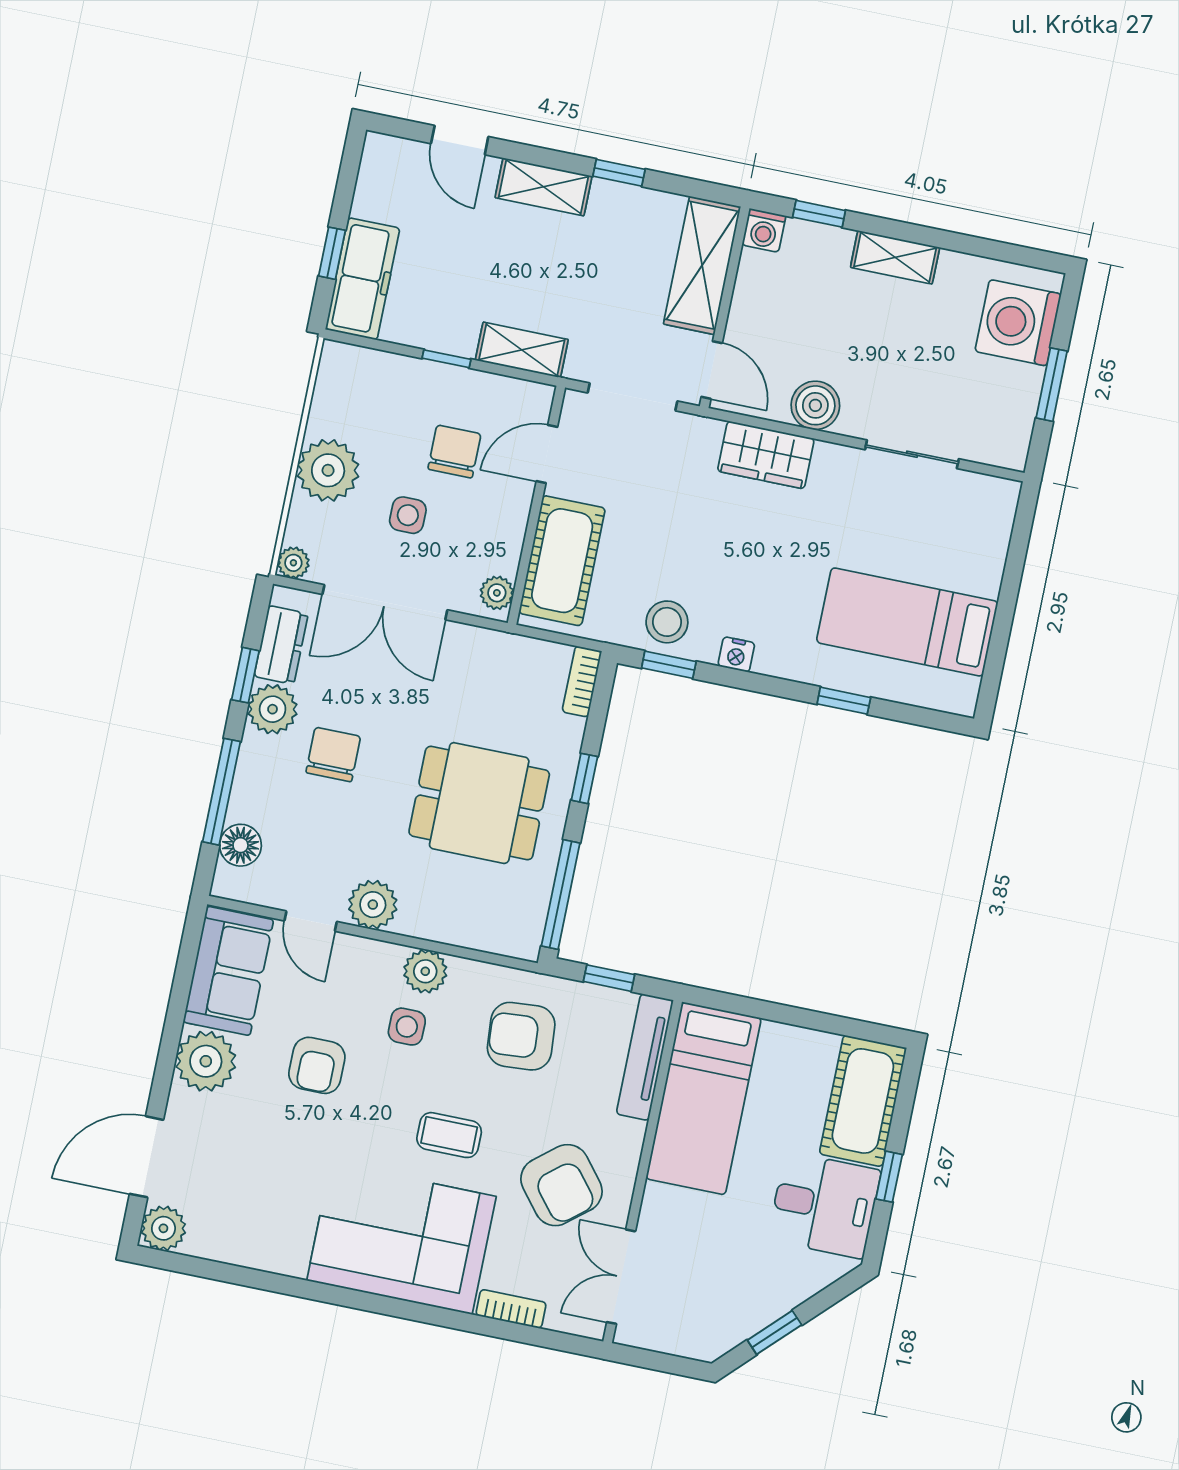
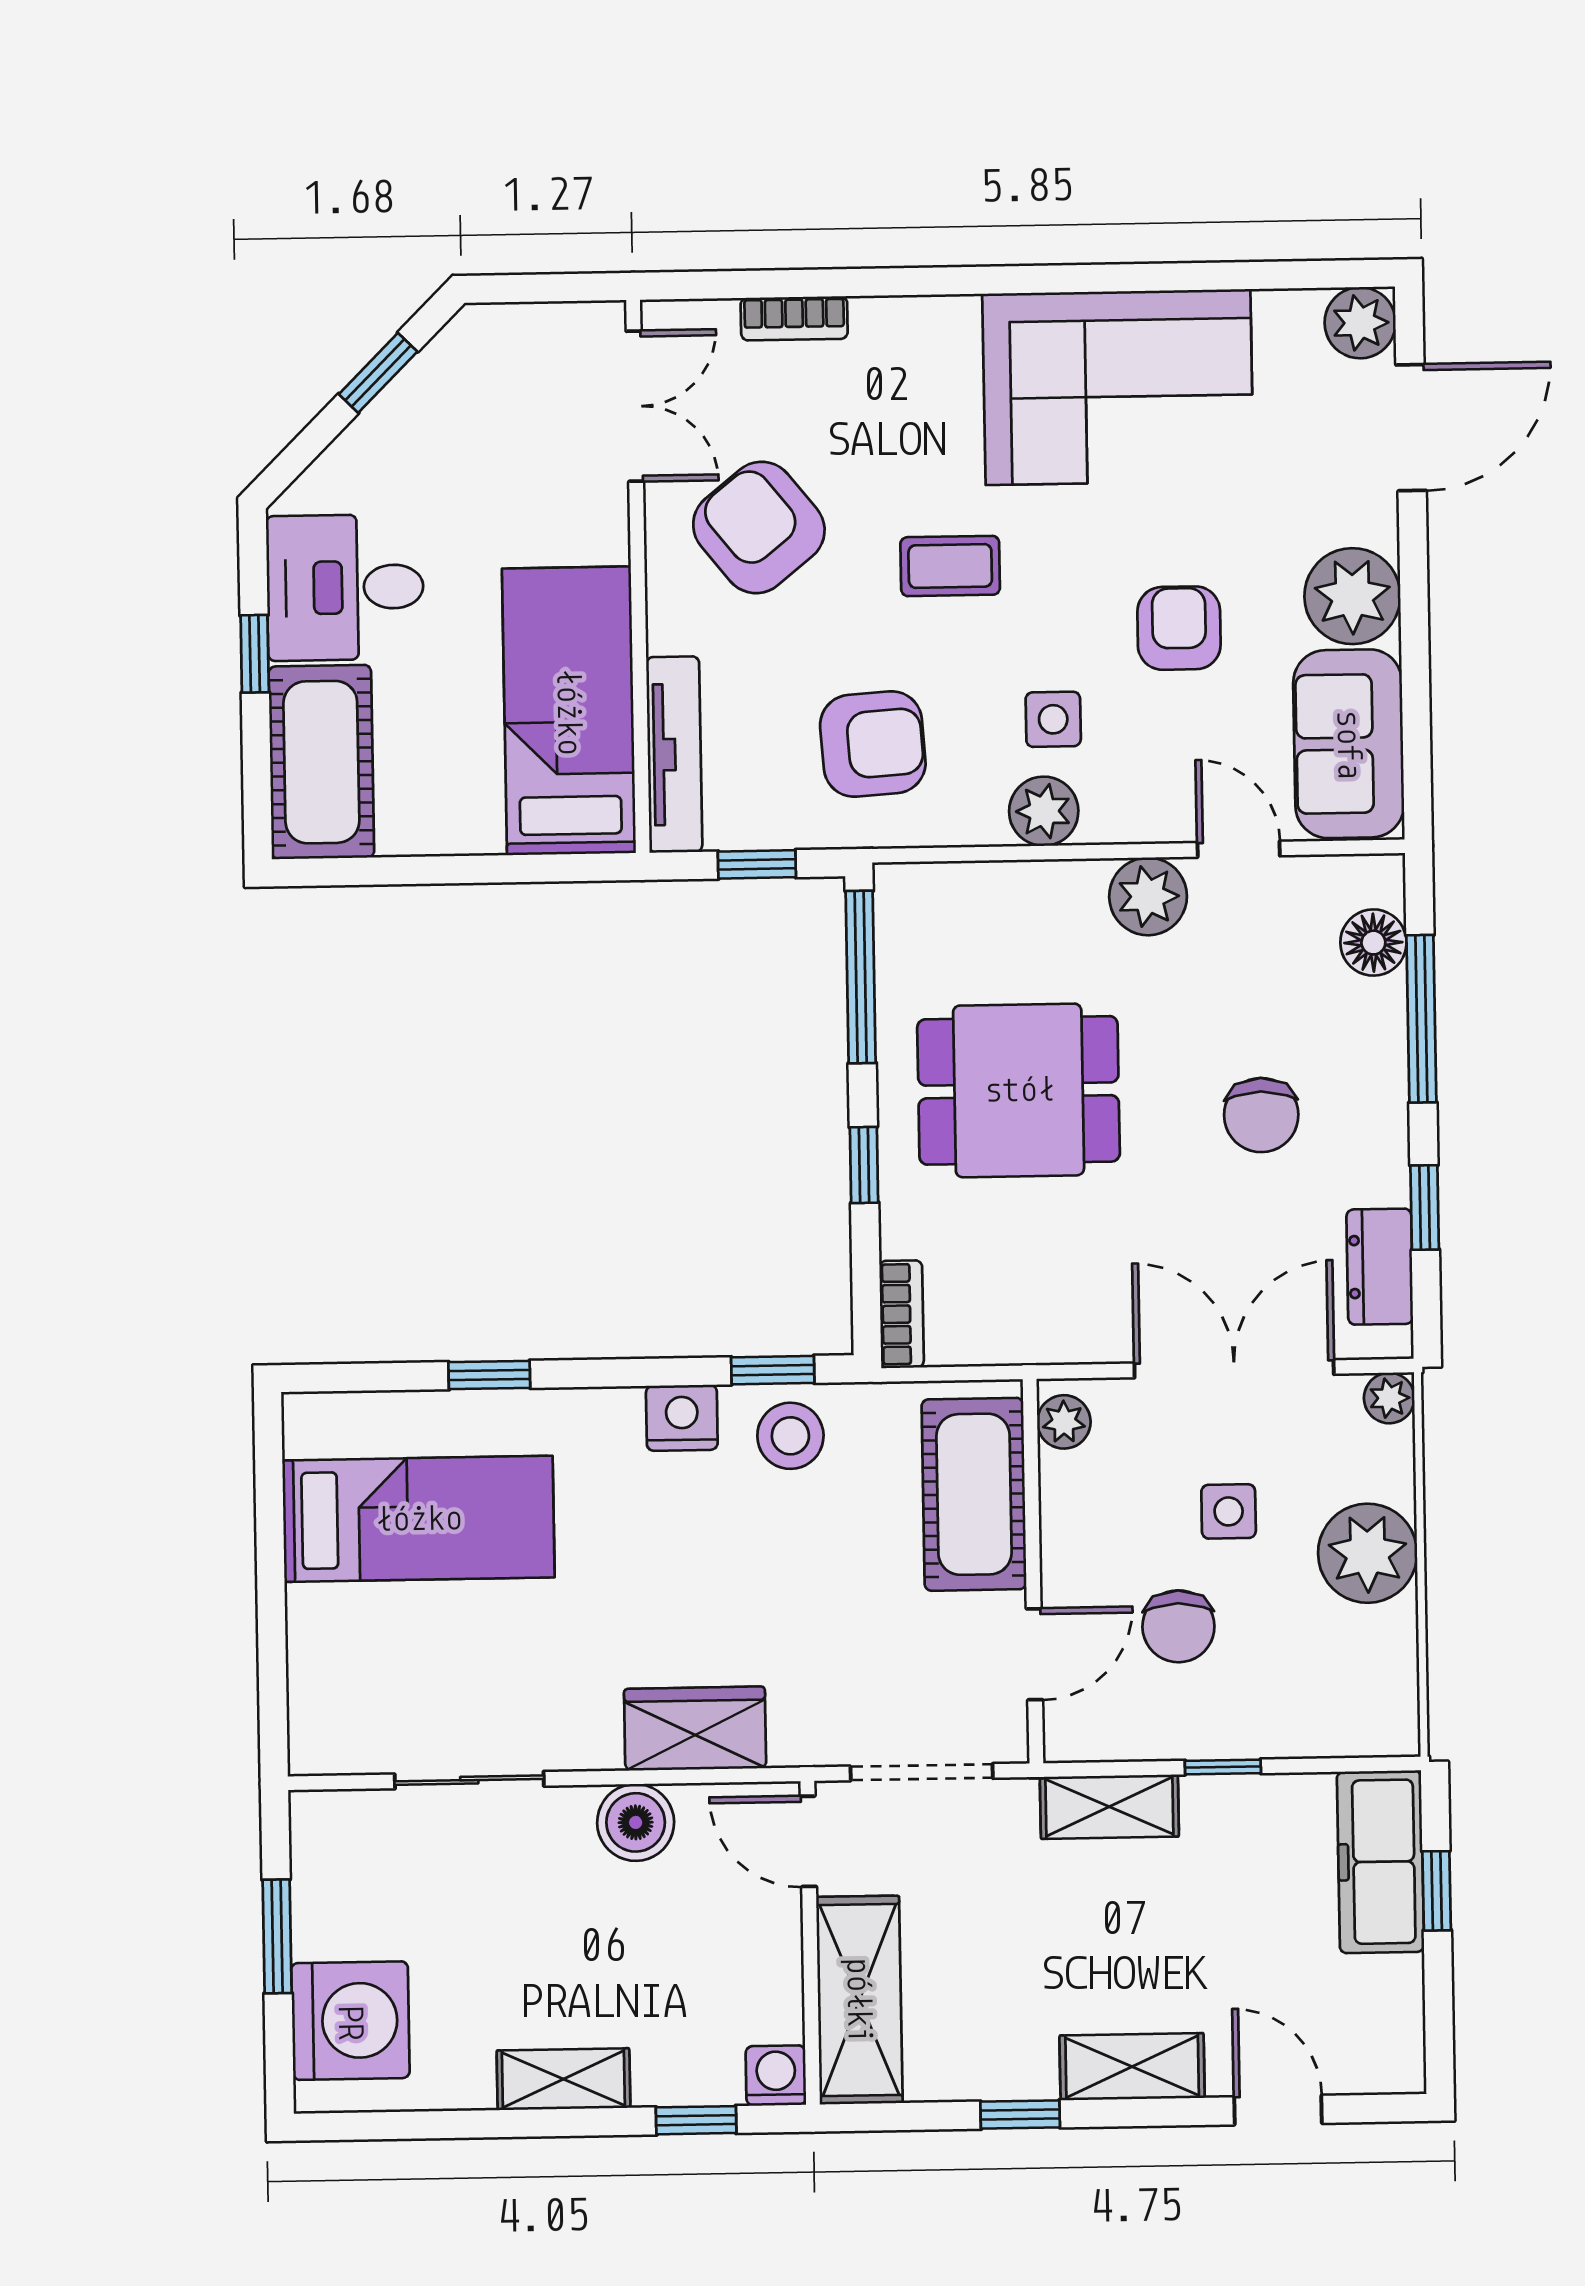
nightstand: (736, 654) -> (682, 1418), width x1.39, depth x1.35
plant: (273, 709) -> (1371, 1164), removed
corner sofa: (401, 1238) -> (1118, 387), moved

